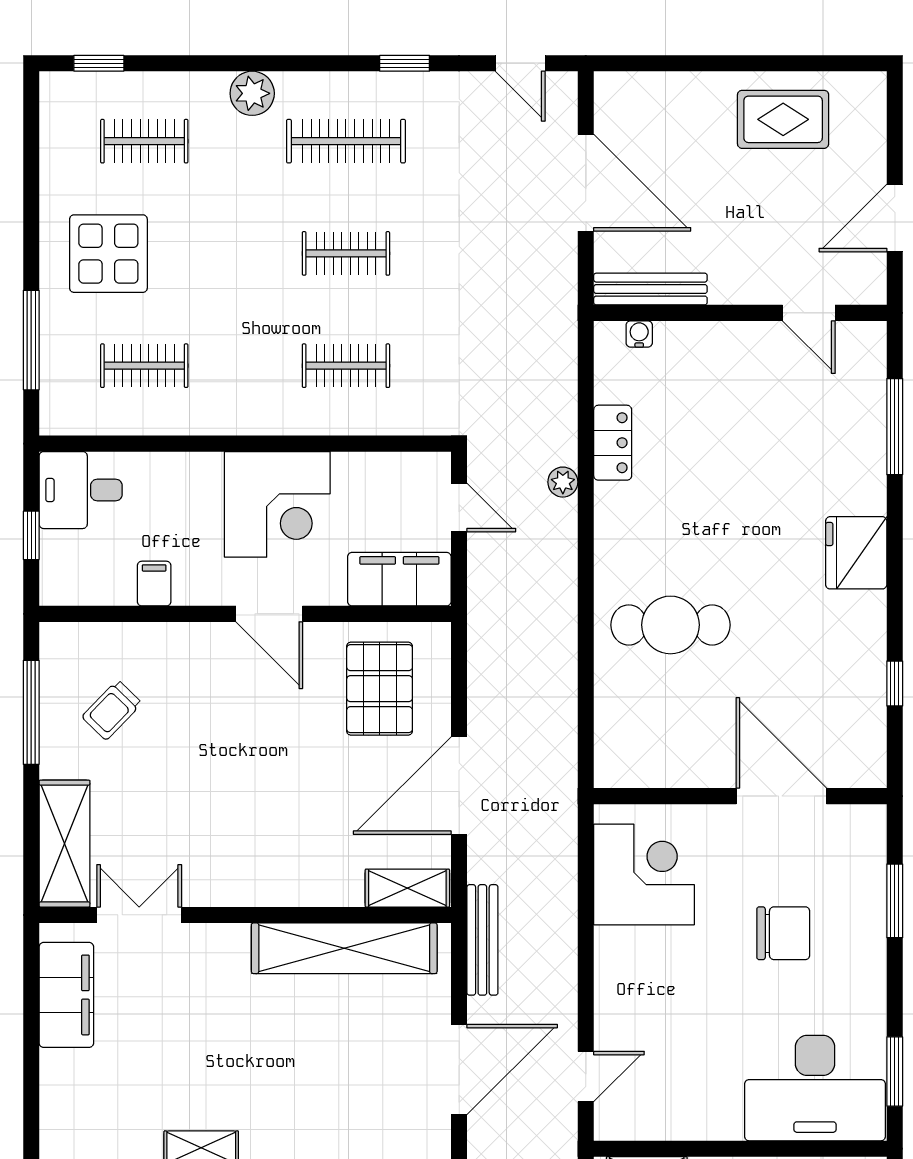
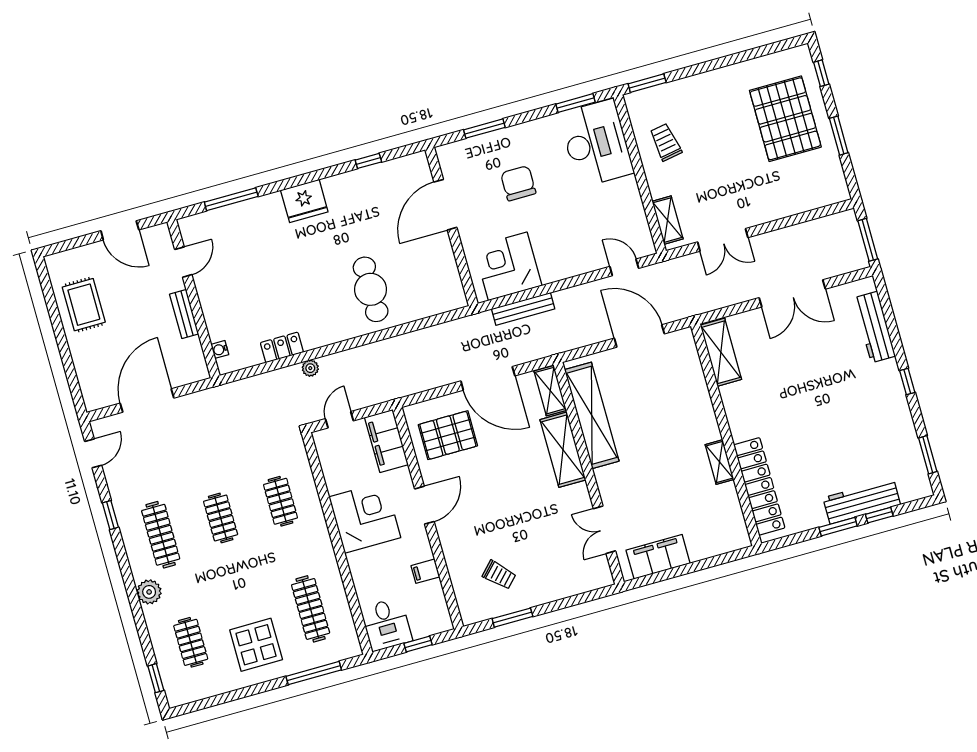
bench: (650, 289) -> (184, 314), moved, width x0.73
clothes rail: (144, 366) -> (311, 609), width x1.36
window: (31, 712) -> (512, 618), width x0.69
shelving: (65, 844) -> (563, 450), moved, turned 90
bench: (482, 940) -> (523, 309), moved

